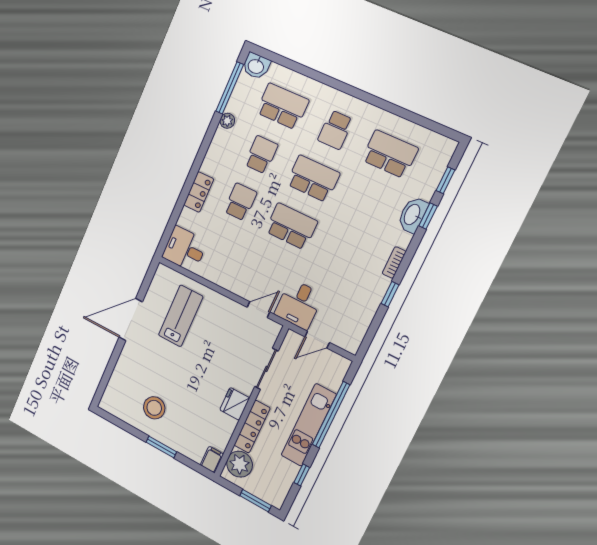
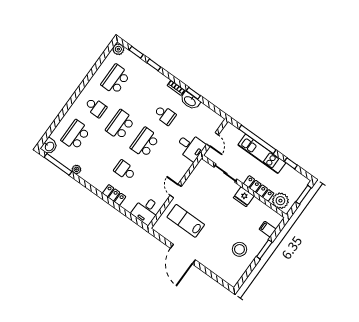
plant: (445, 147) -> (118, 49), added
school desk: (261, 155) -> (165, 115), moved, turned 180
washbasin: (413, 215) -> (190, 101), moved
door: (259, 310) -> (176, 191), moved
filing cabinet: (212, 460) -> (268, 229), moved

